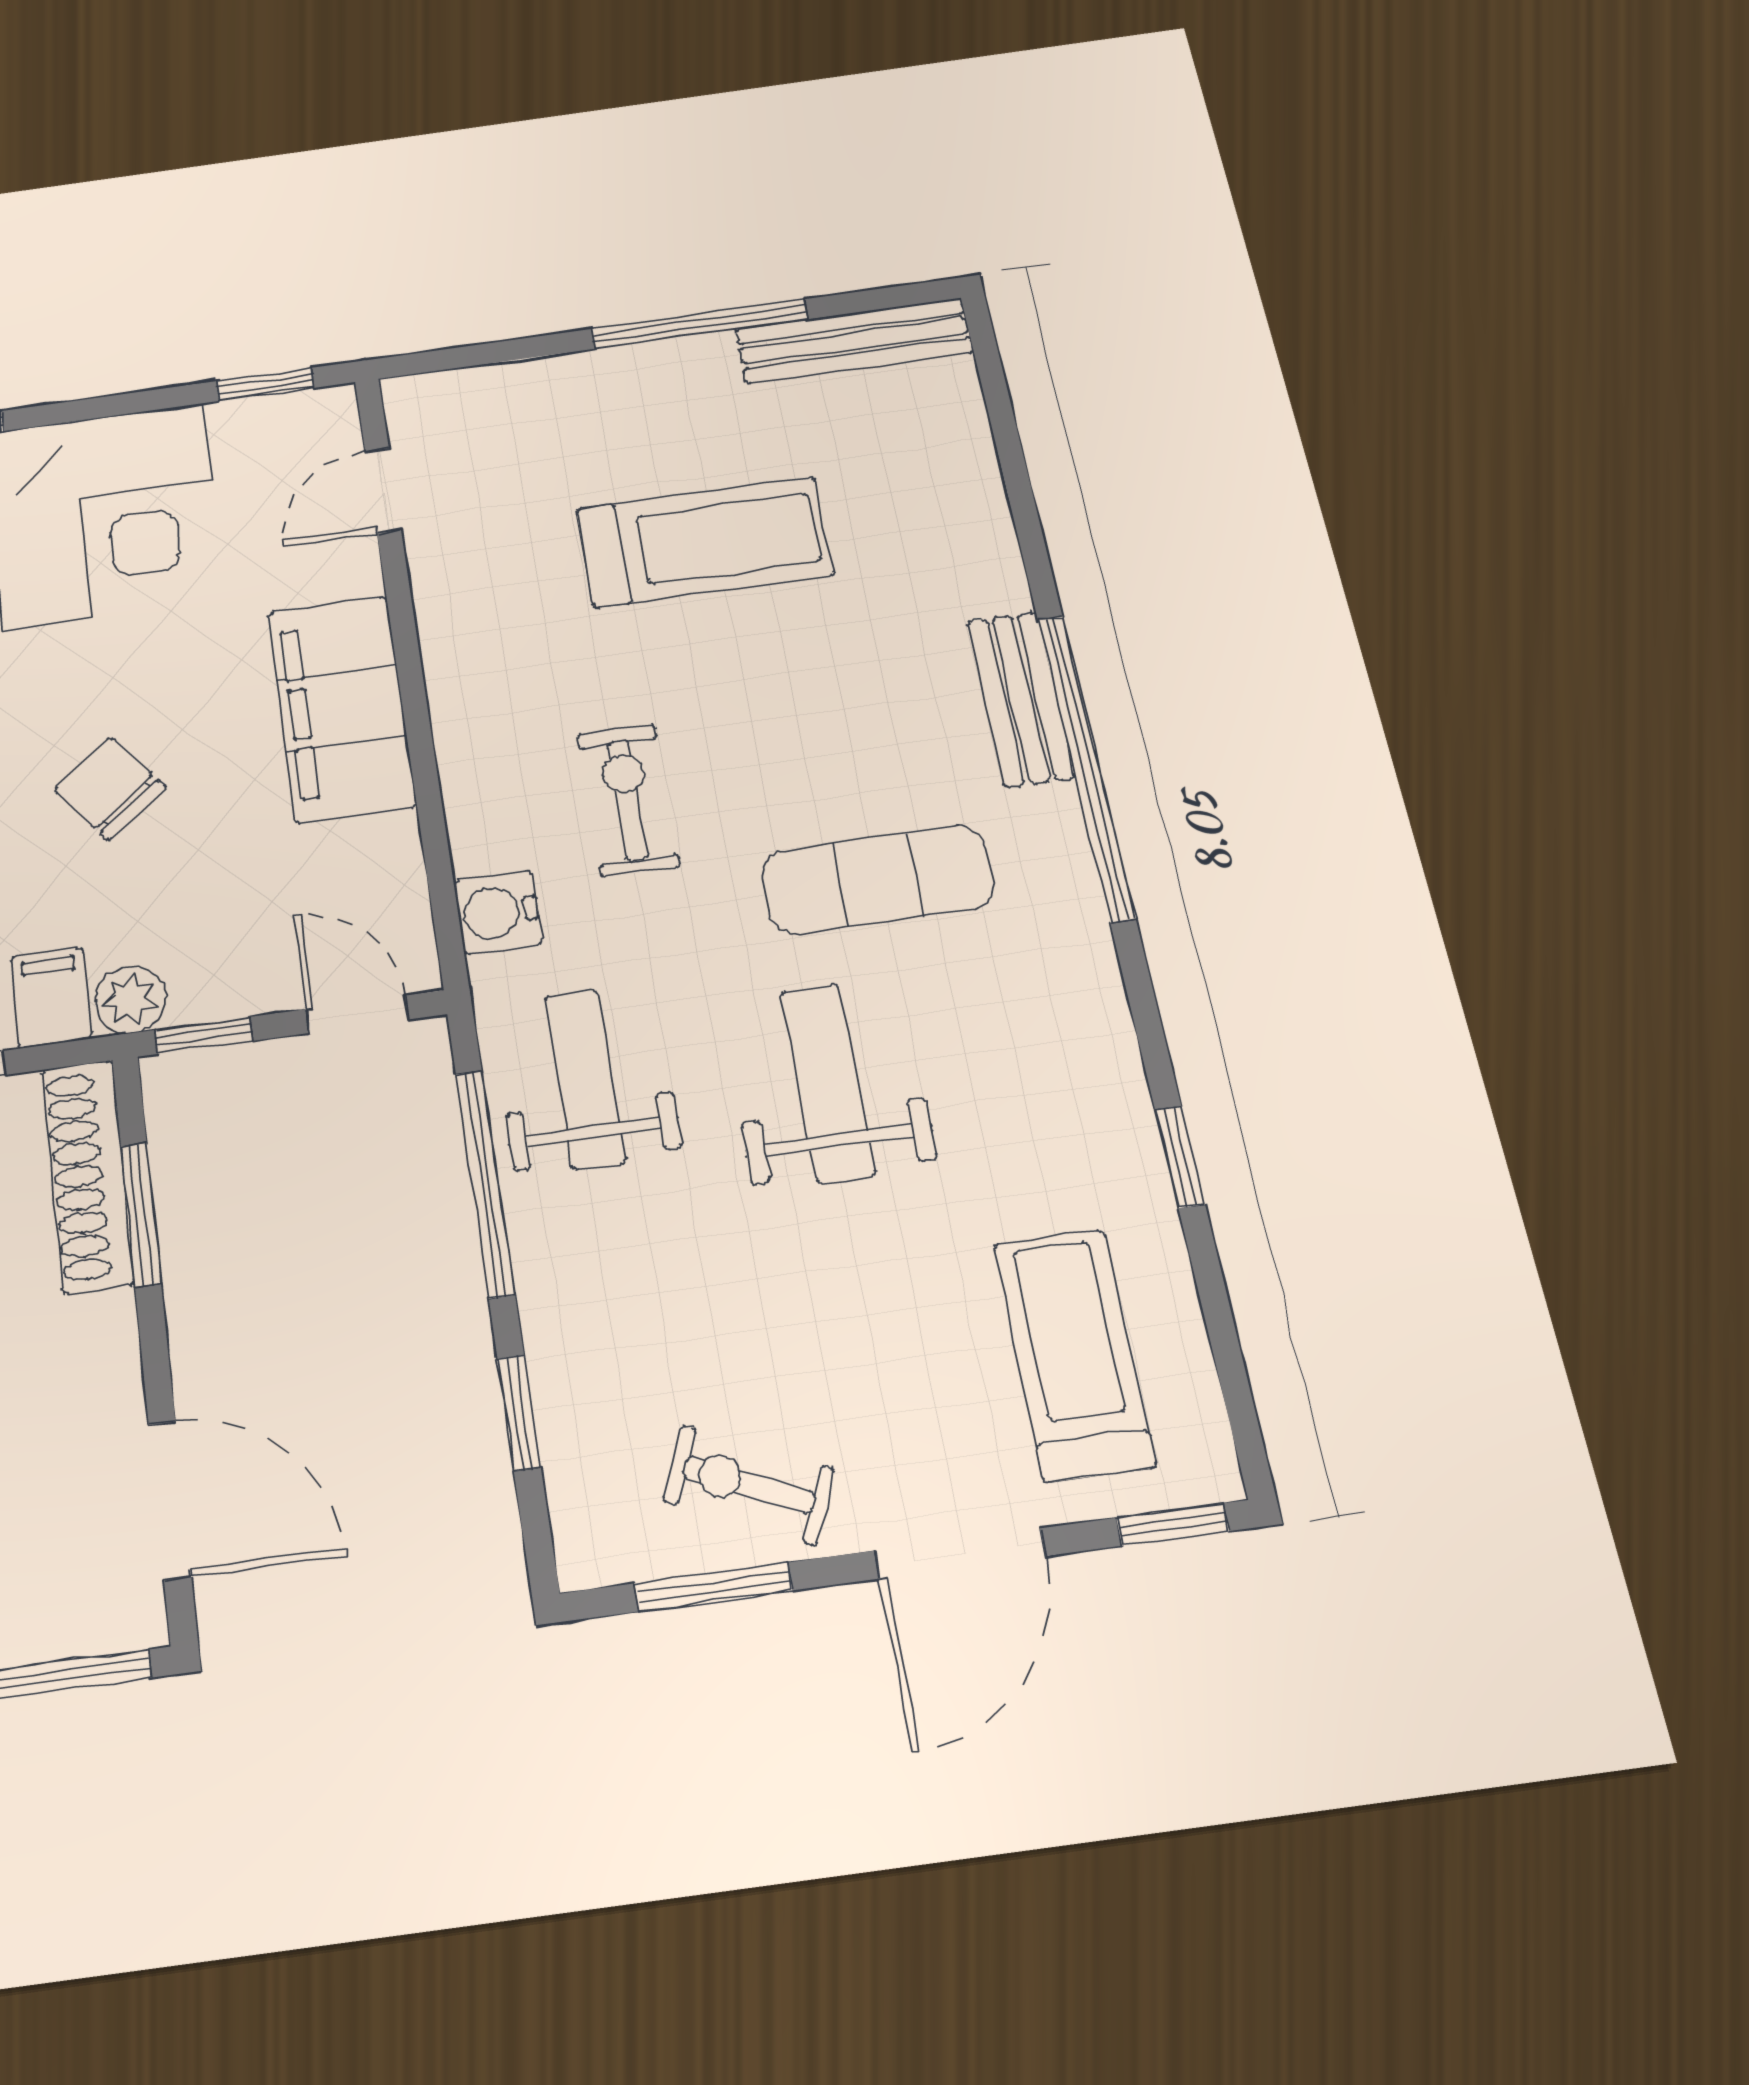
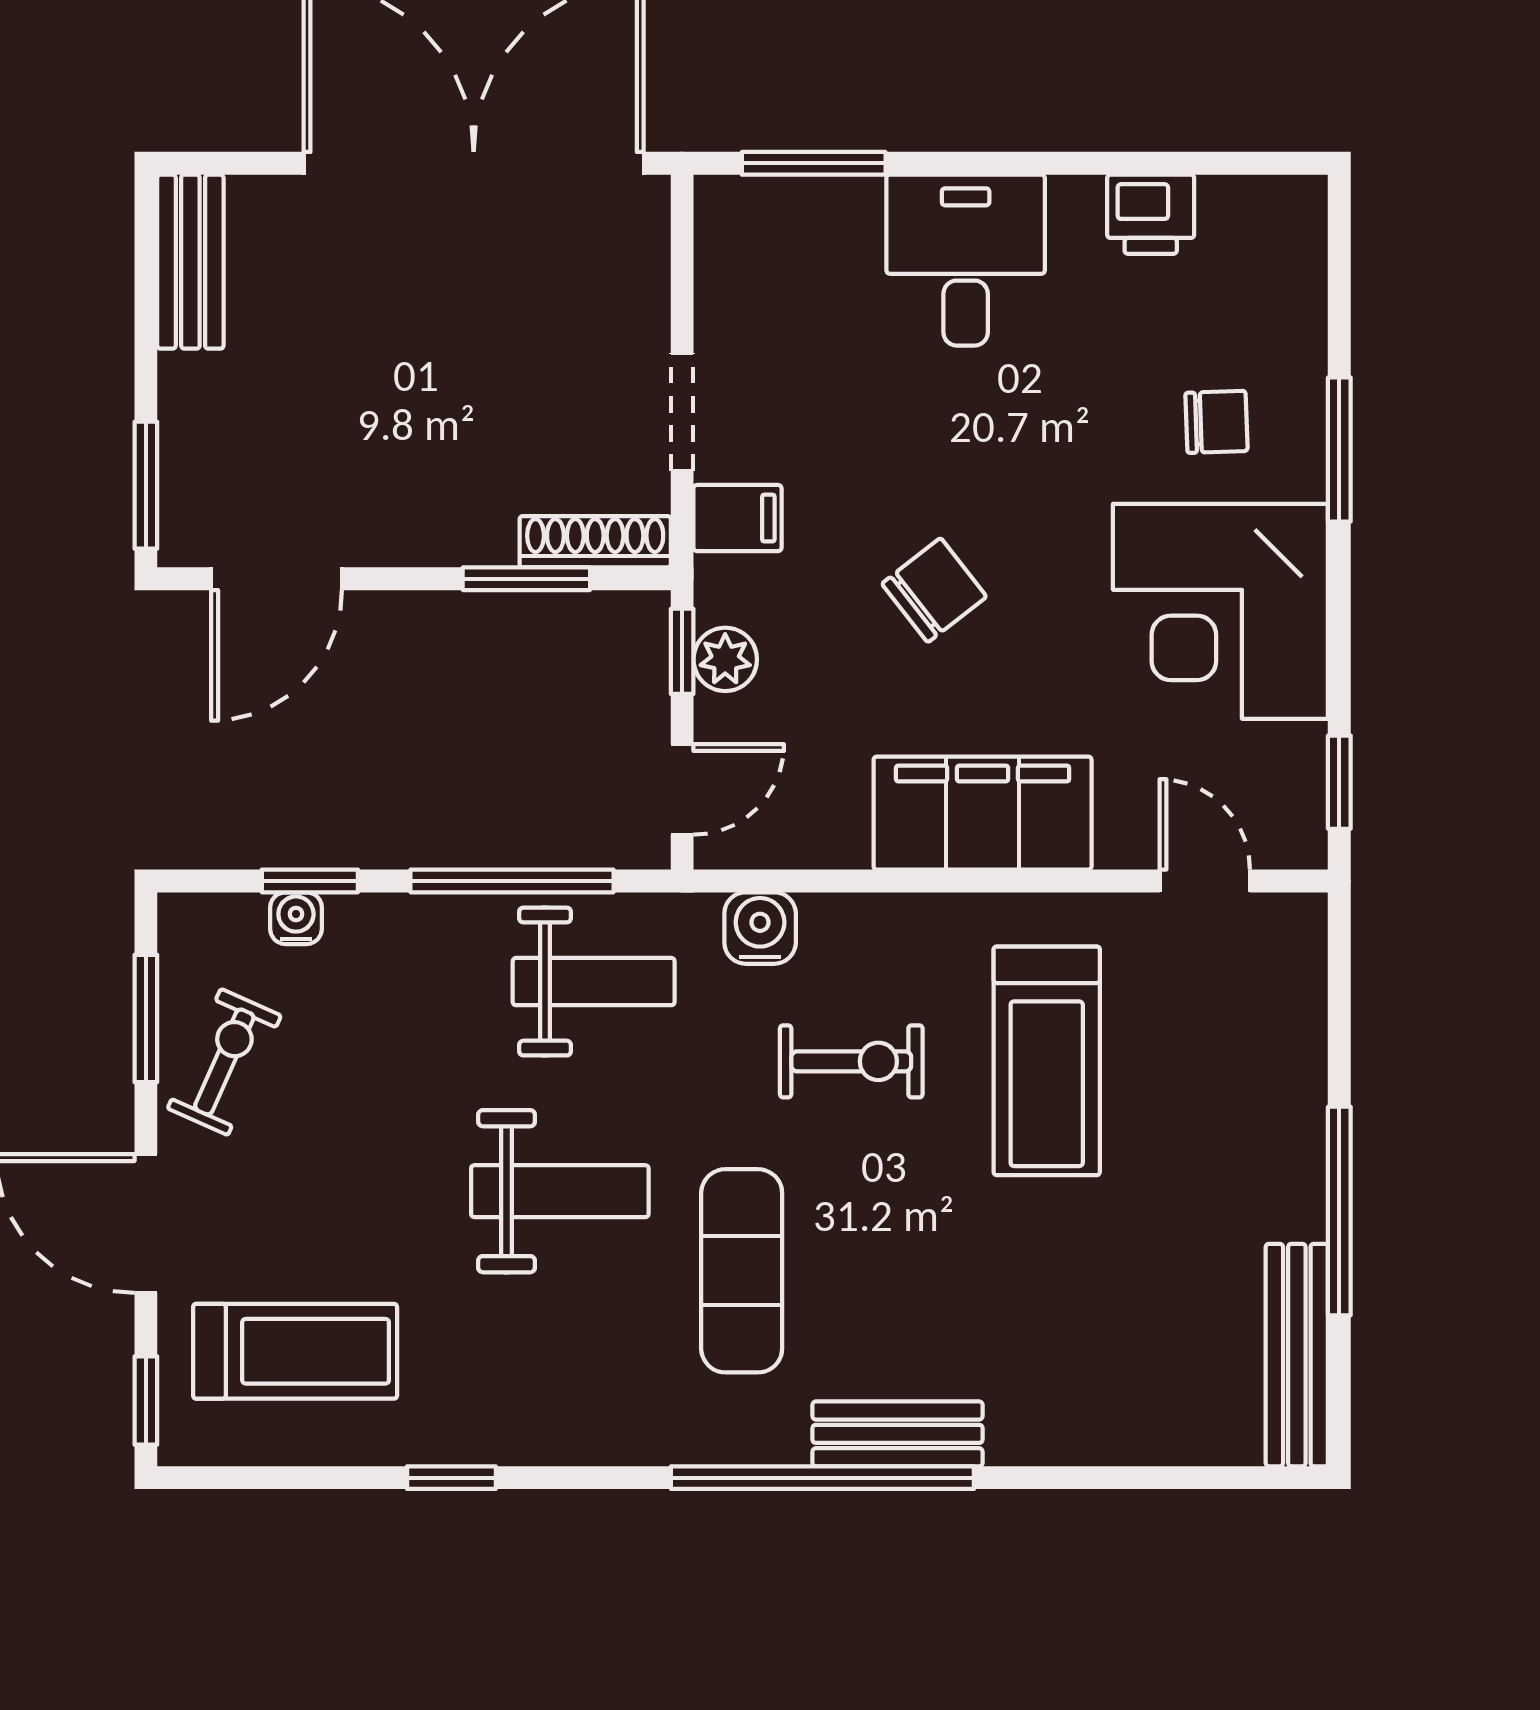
treadmill: (705, 542) -> (1047, 1061), moved
plant: (130, 1000) -> (725, 659), moved
shoe rack: (88, 1175) -> (595, 542), width x0.74, depth x0.81
water cooler: (565, 1423) -> (296, 918), added

